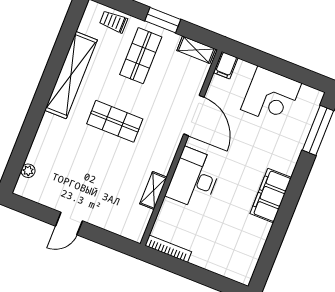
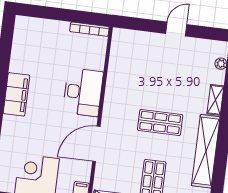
door: (194, 116) -> (96, 144), hinge flipped
shelving: (153, 191) -> (215, 100), moved

